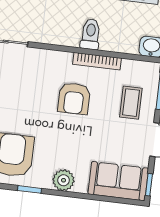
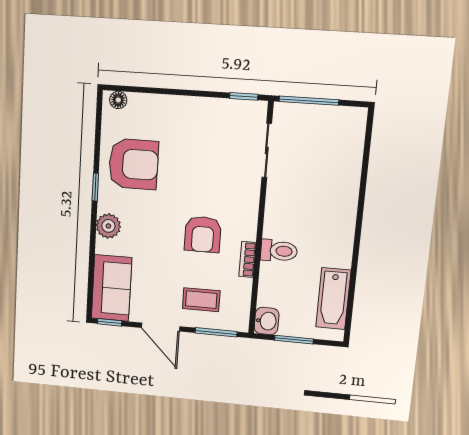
bookcase: (97, 61) -> (247, 259), width x0.64
armchair: (74, 99) -> (203, 234), turned -90

